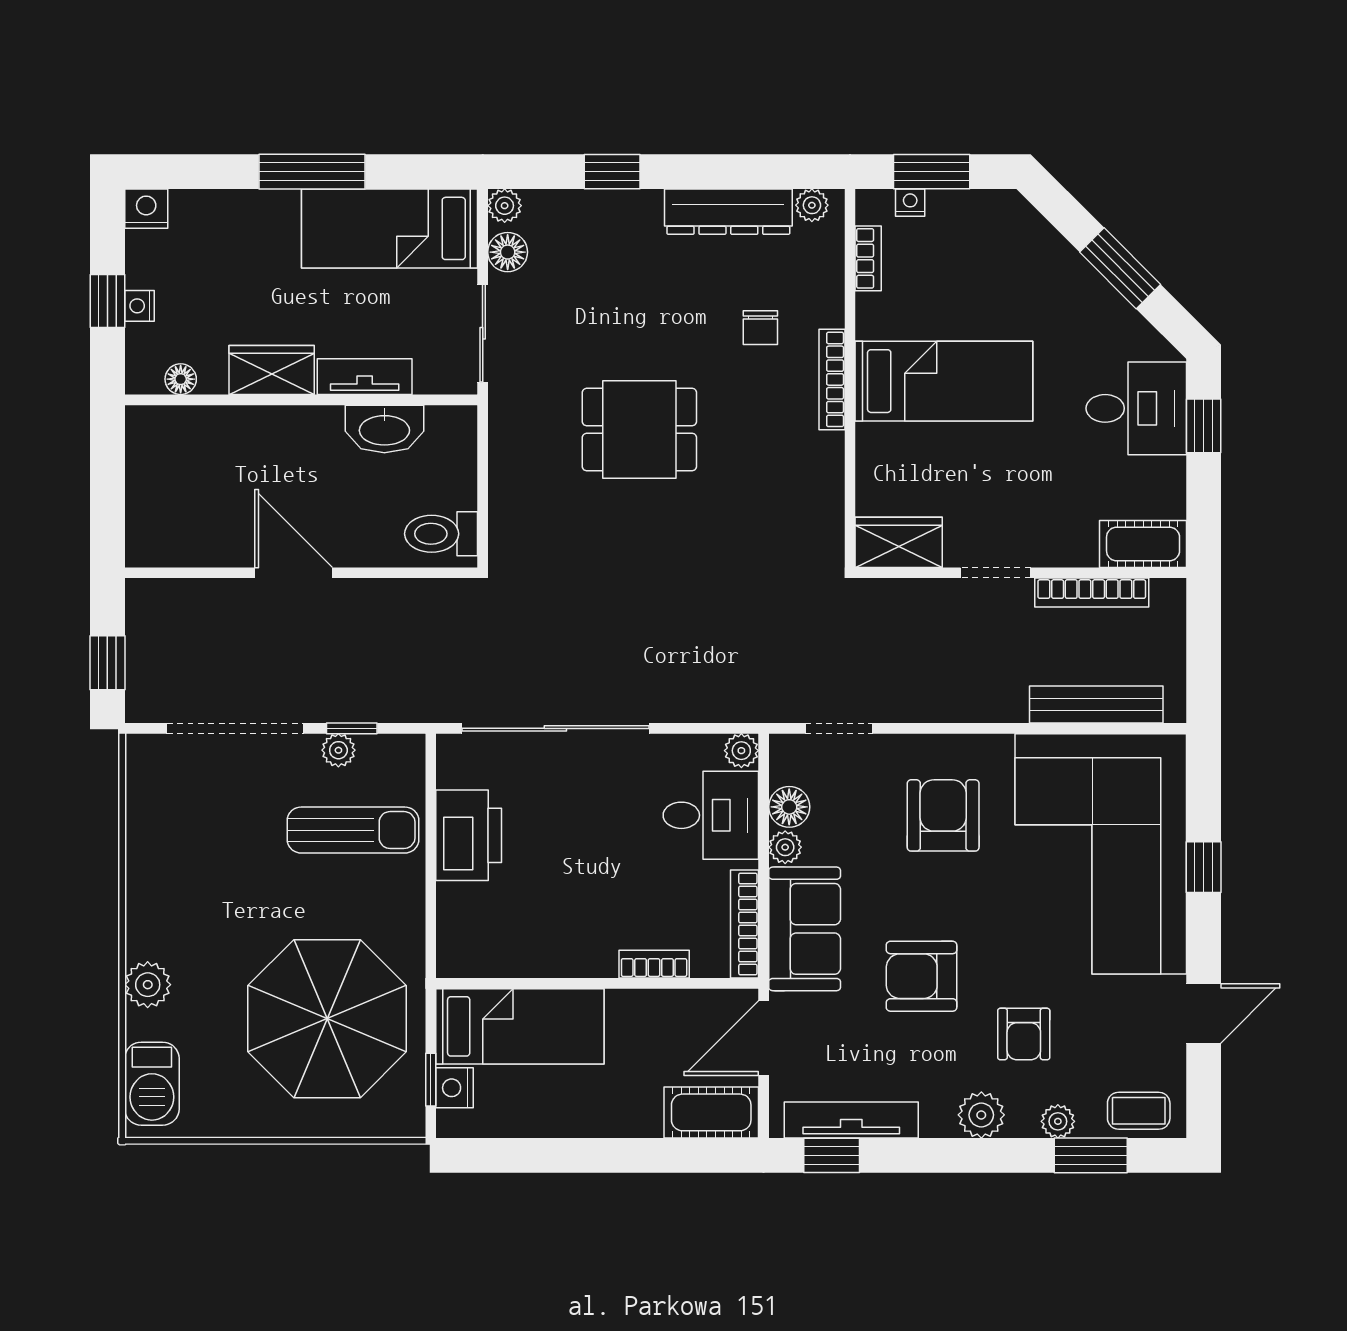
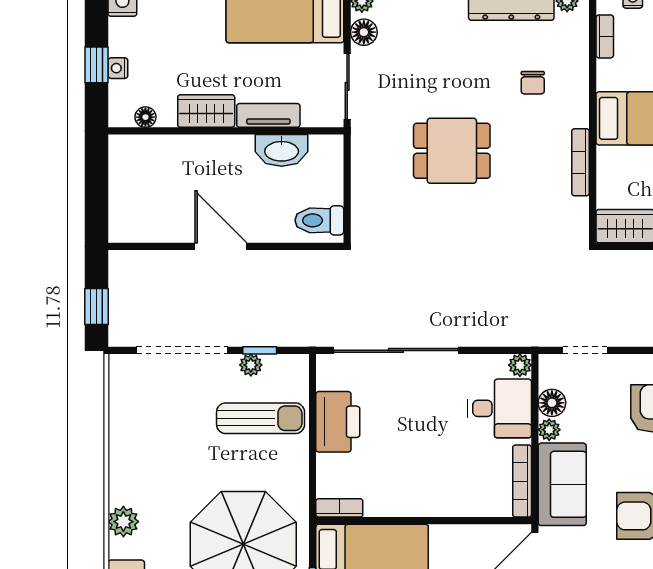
bookcase: (832, 379) -> (580, 162), moved
bookcase: (654, 964) -> (339, 508), moved

